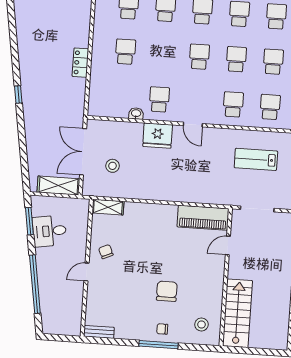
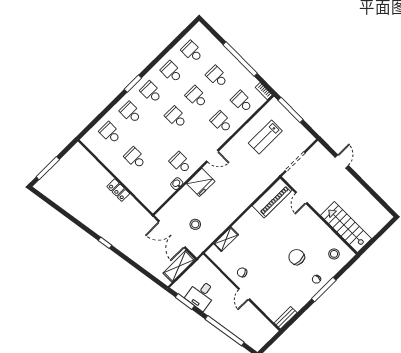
shelving: (108, 207) -> (226, 239), moved

